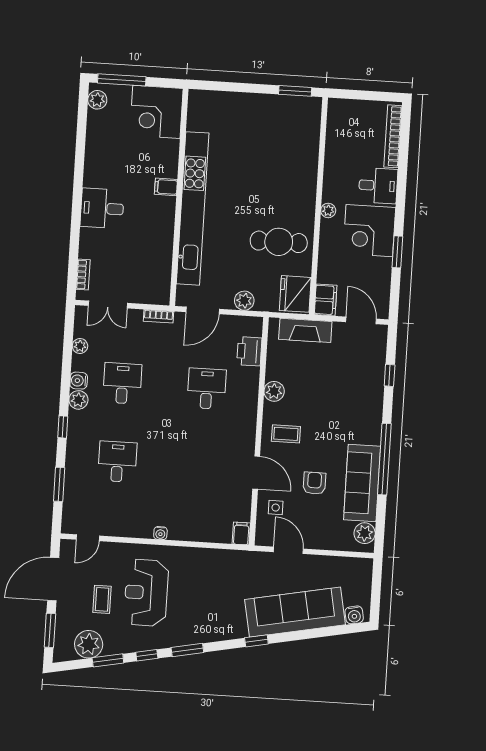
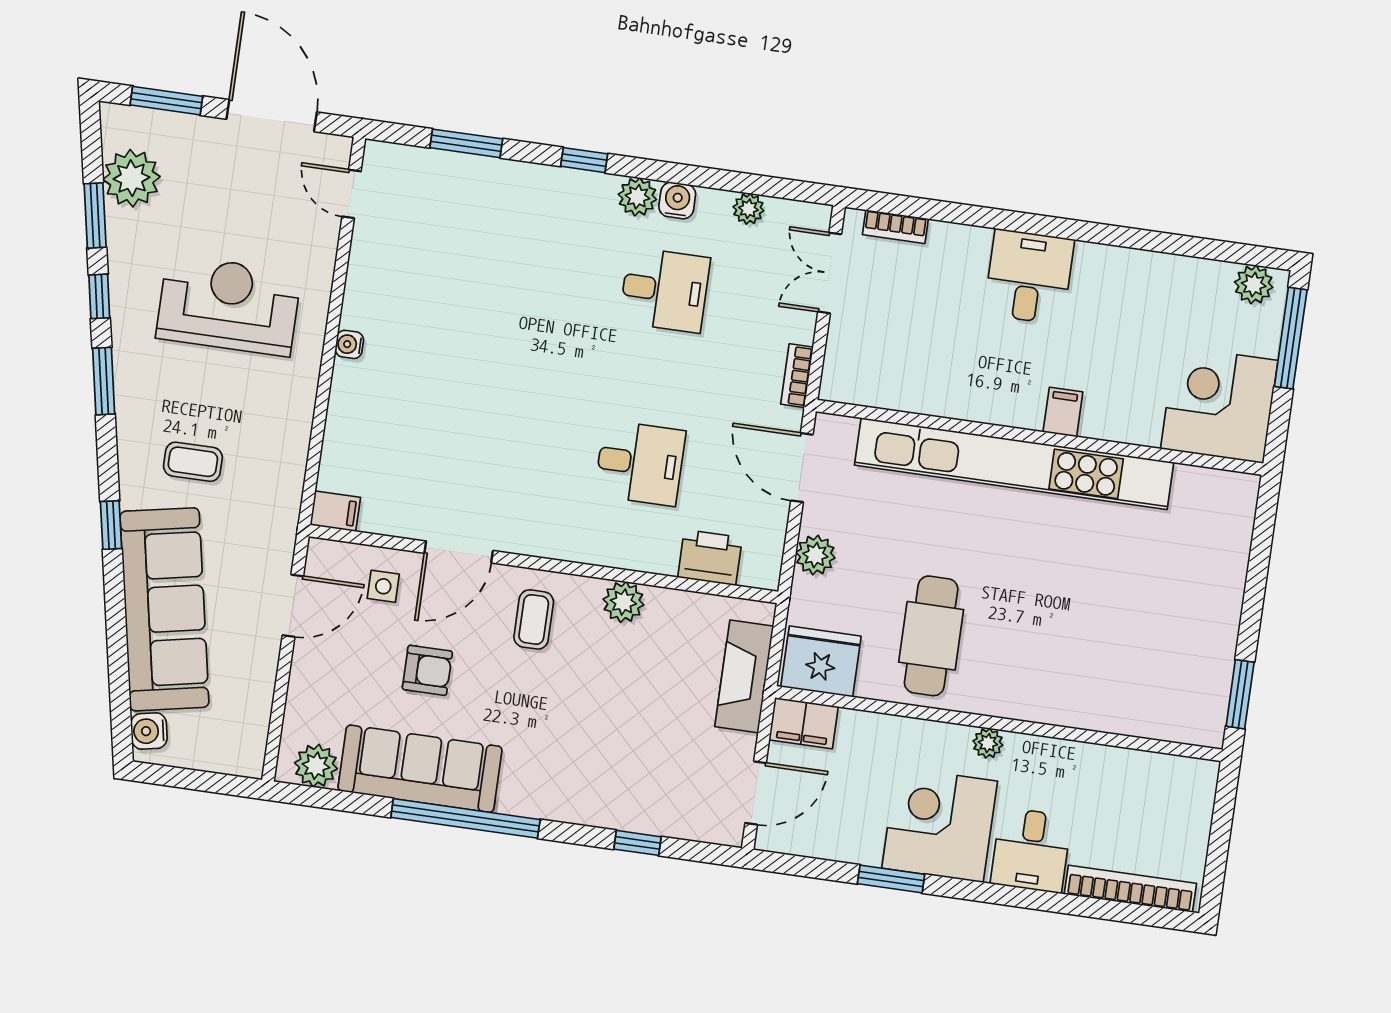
desk: (117, 462) -> (504, 267), removed
coffee table: (102, 599) -> (193, 462), moved

